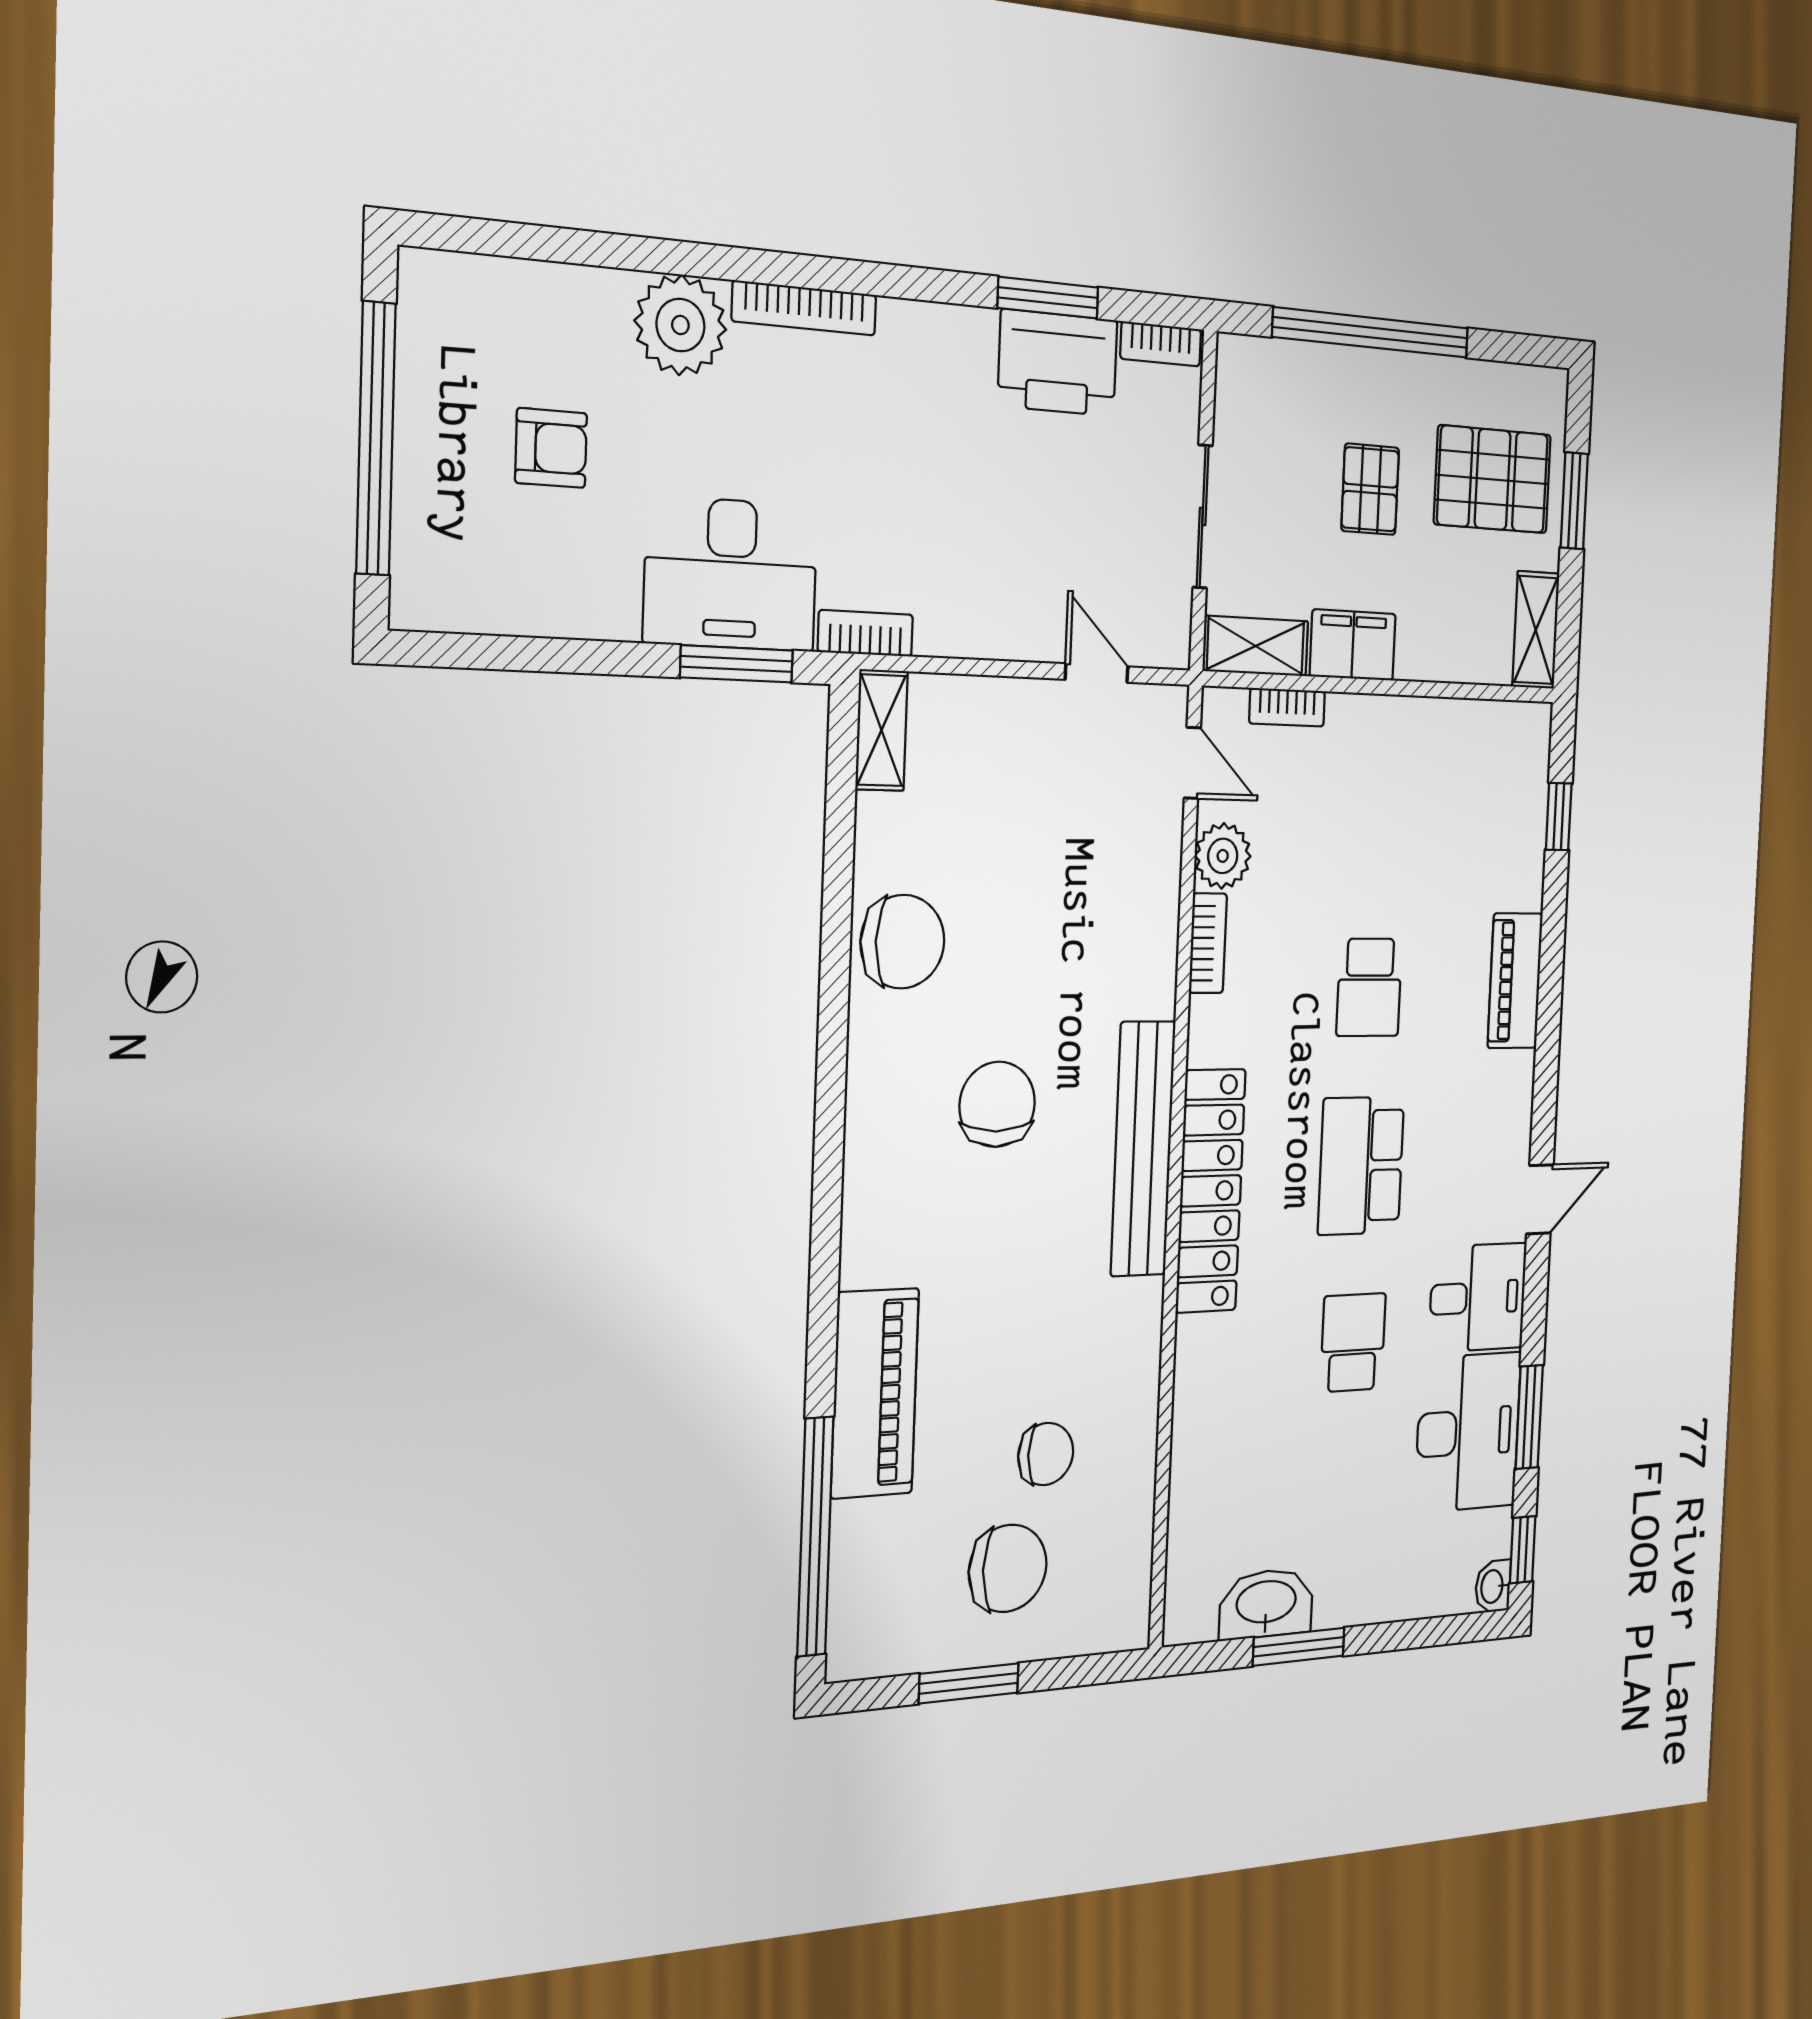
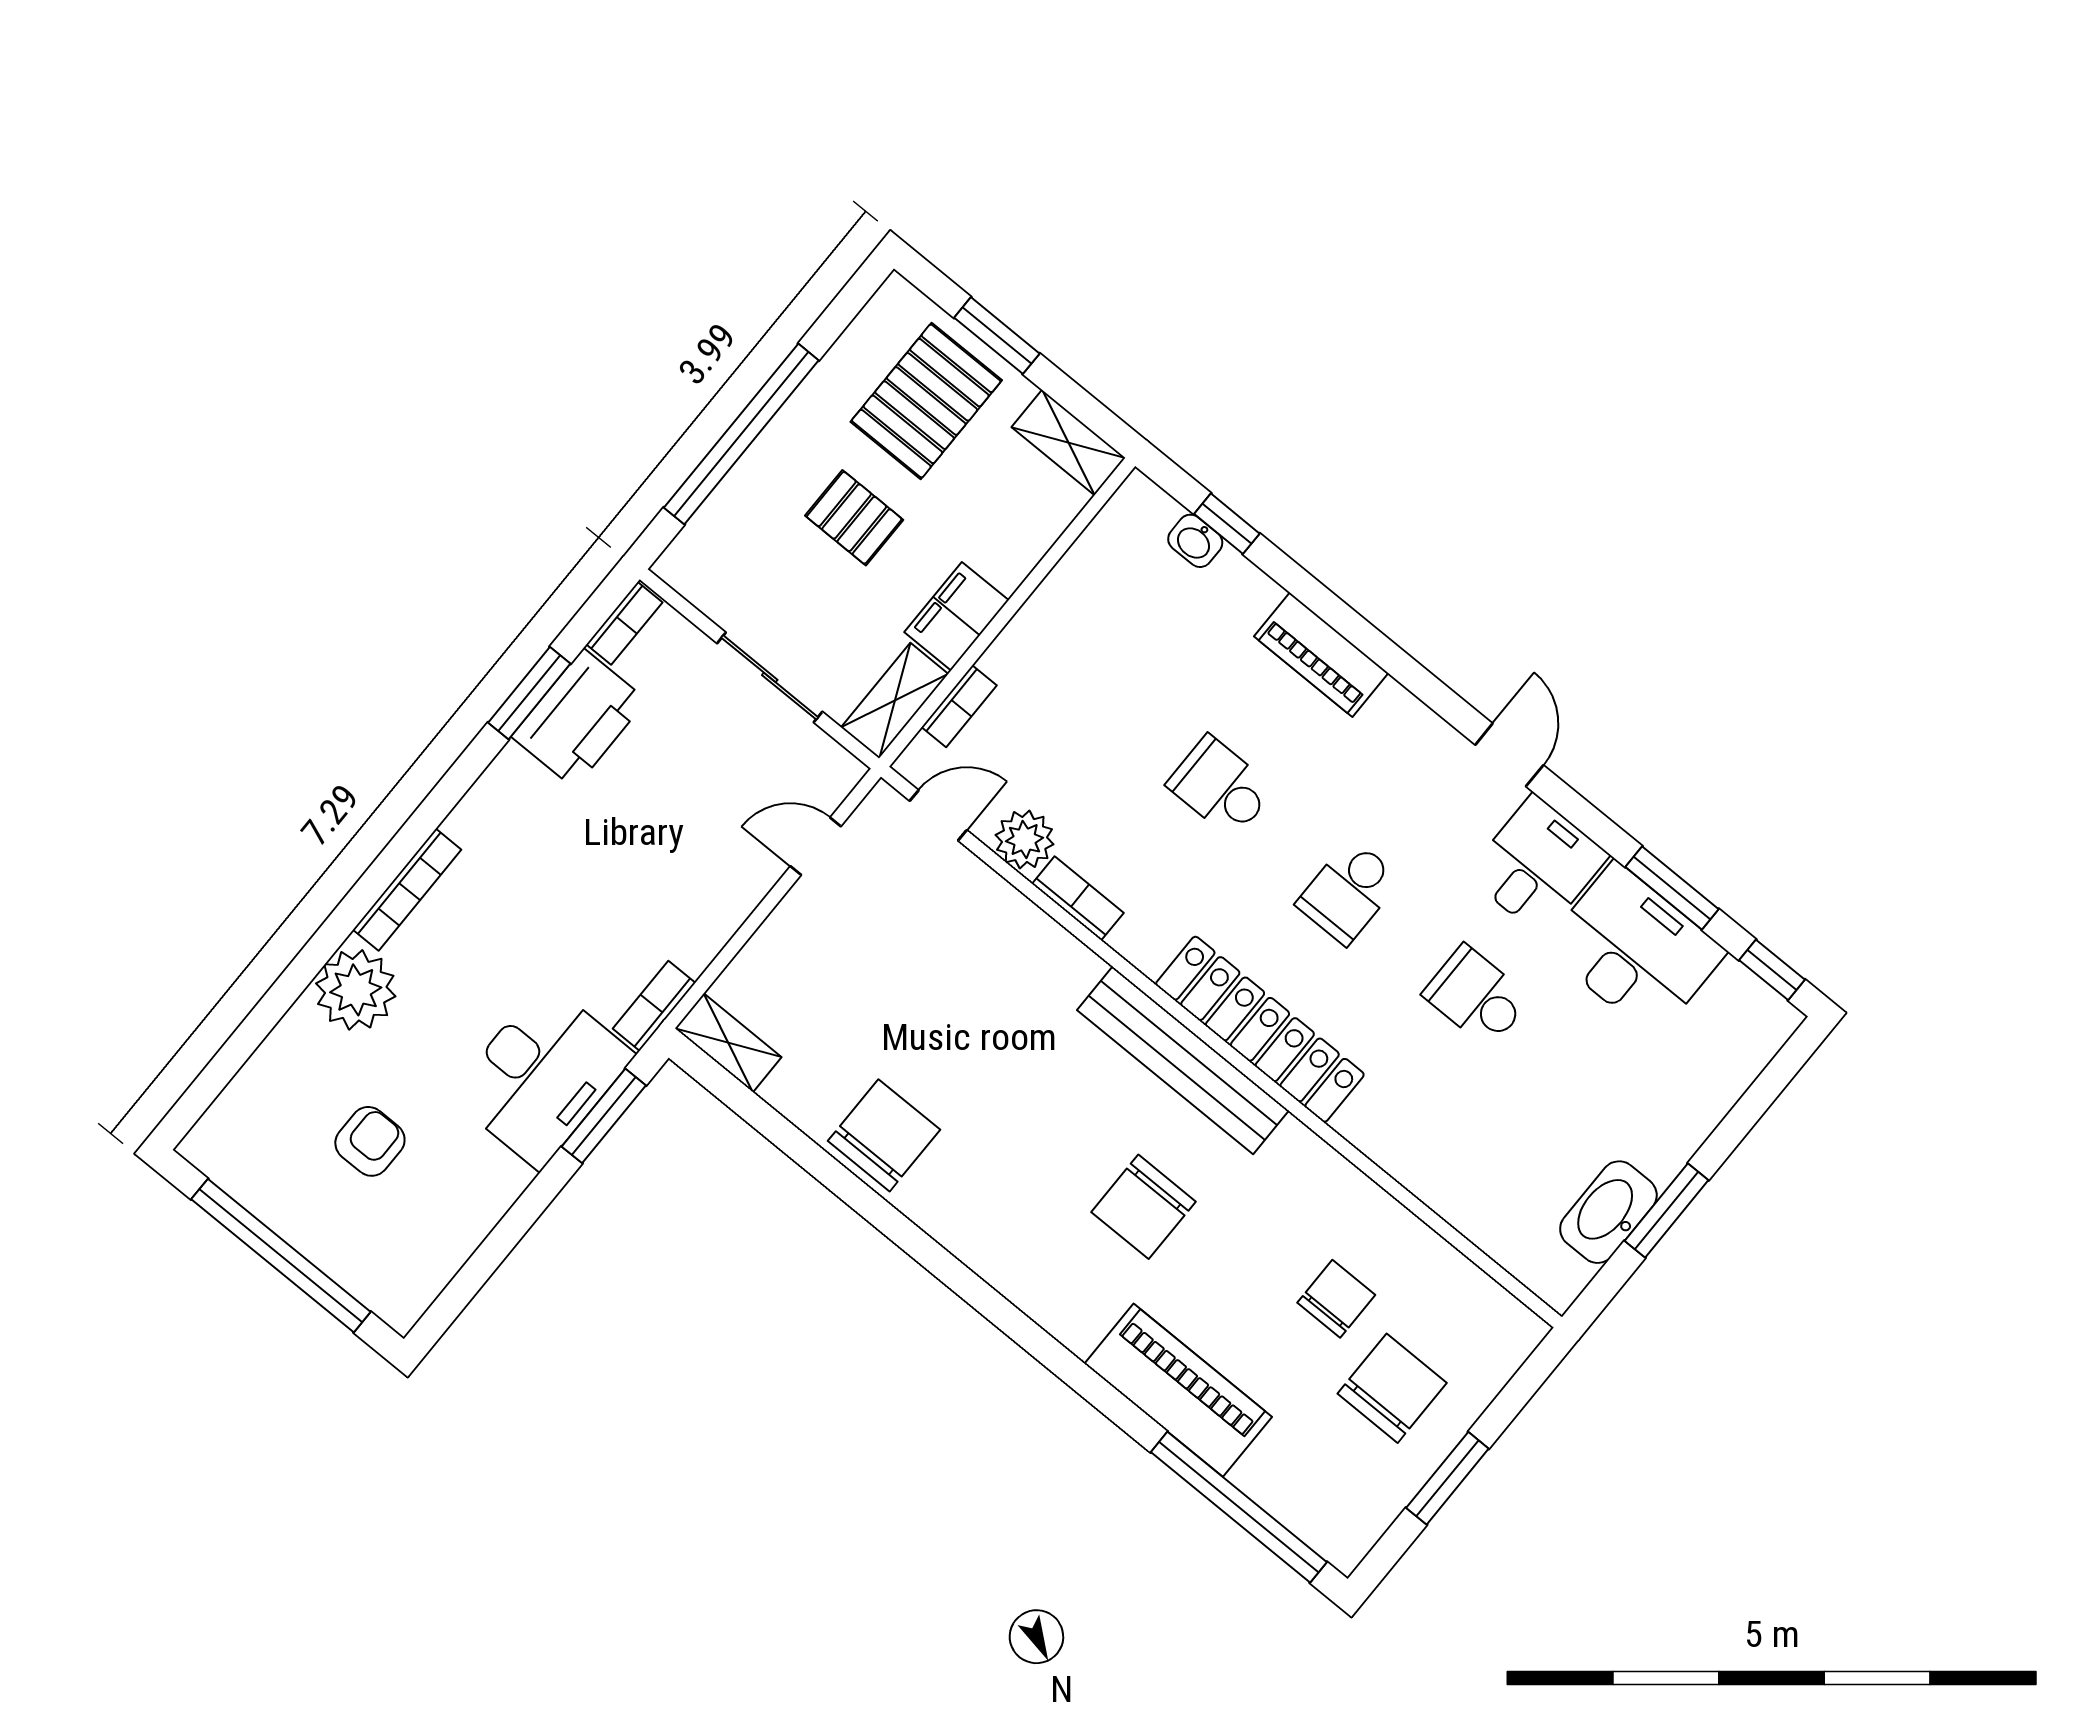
school desk: (1369, 987) -> (1221, 787), turned 180
chair: (997, 1104) -> (1143, 1207), moved, turned -90
school desk: (1361, 1166) -> (1349, 892), width x0.54
washbasin: (1493, 1586) -> (1195, 541), moved

